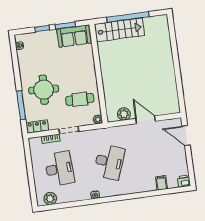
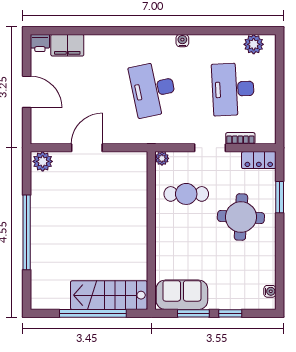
window: (176, 62) -> (27, 232), added
window: (21, 105) -> (280, 197), width x0.69
plant: (124, 114) -> (43, 161), moved
door: (146, 120) -> (87, 148), swing flipped
door: (186, 136) -> (27, 92), moved
desk: (109, 162) -> (153, 89), turned -33
filing cabinet: (161, 183) -> (67, 45), width x2.00

